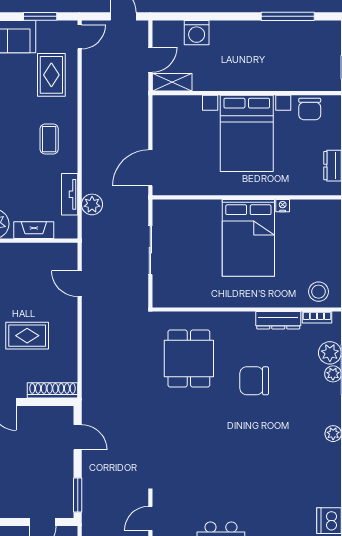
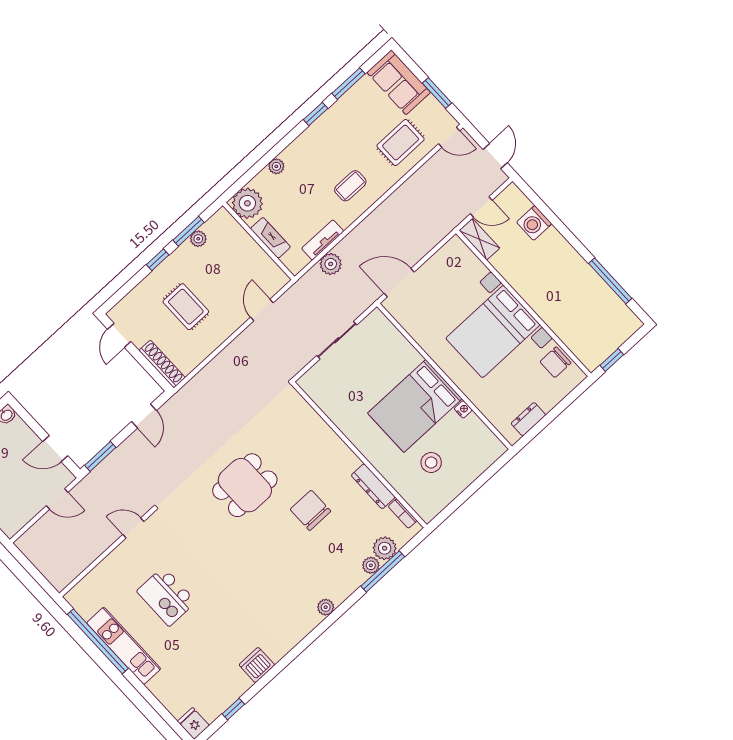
stool: (319, 292) -> (431, 463), moved
dining table: (189, 359) -> (245, 485), moved

